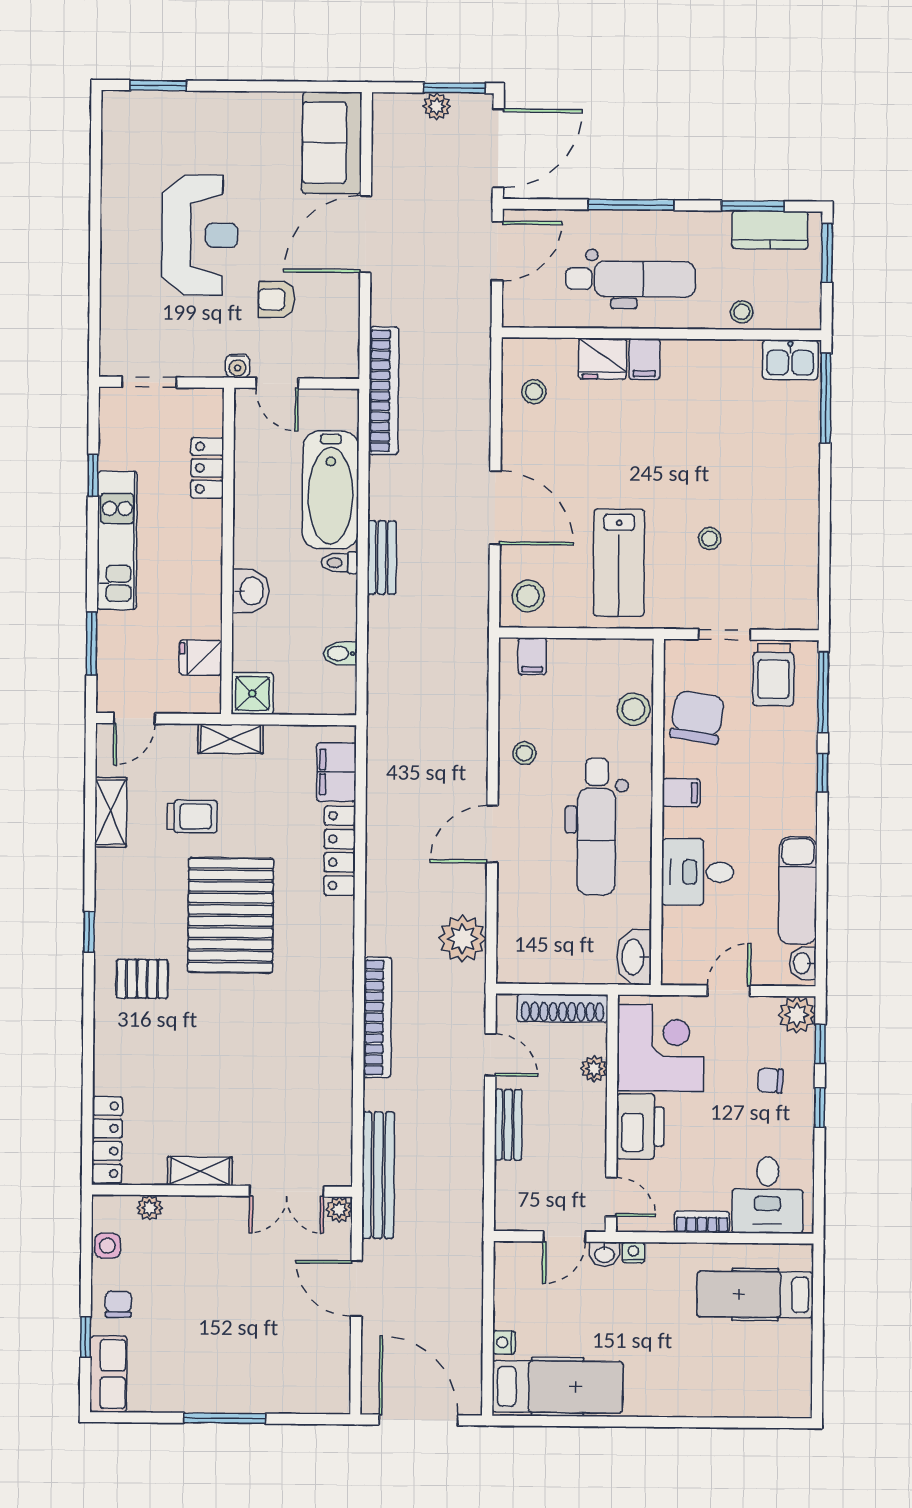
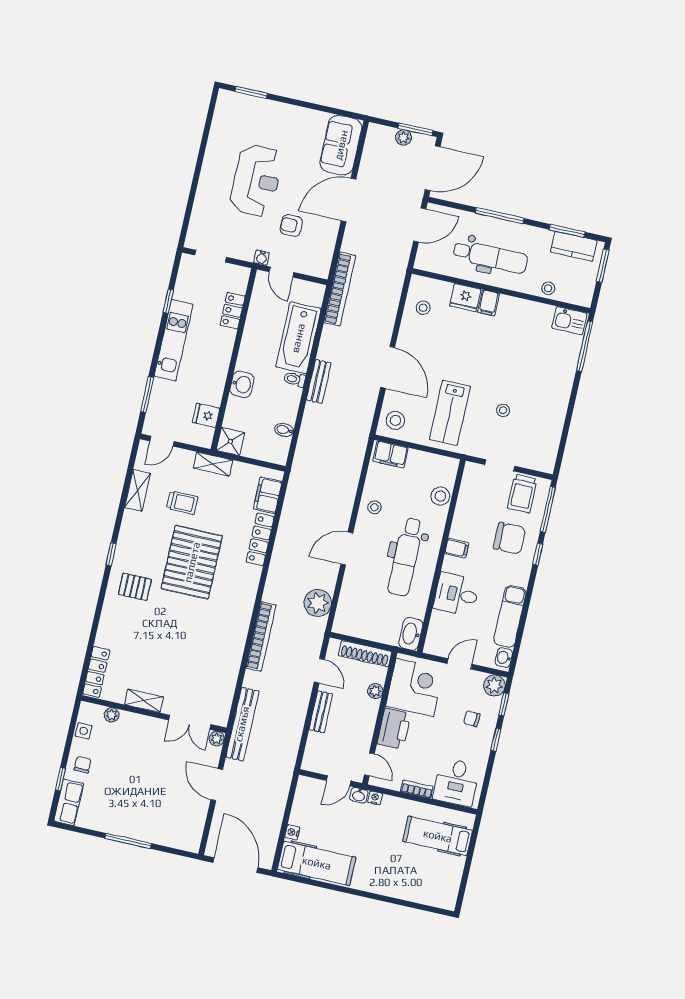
filing cabinet: (532, 656) -> (391, 454), width x2.00
chair: (697, 717) -> (509, 538), moved, turned 81

